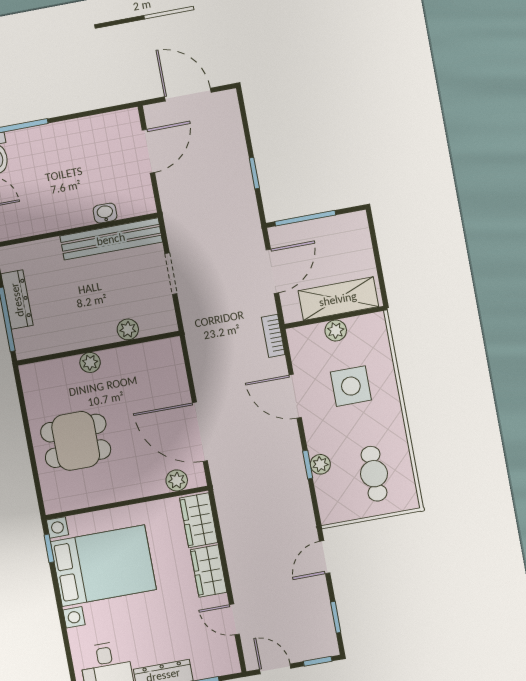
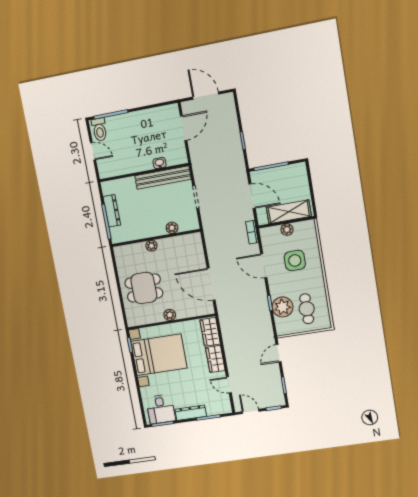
door: (272, 271) -> (252, 196), hinge flipped
plant: (320, 464) -> (283, 307), width x1.87, depth x1.87
plant: (177, 480) -> (170, 315), moved

